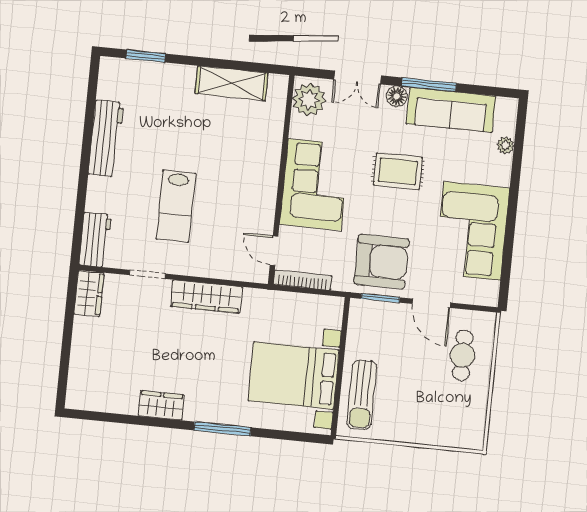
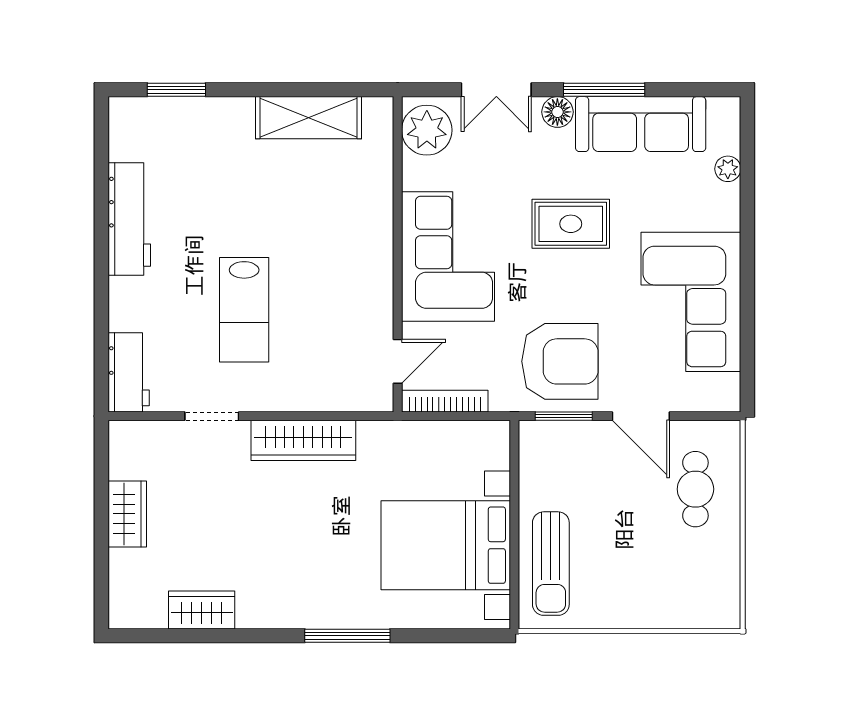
door: (274, 251) -> (398, 361), swing flipped
wardrobe: (89, 293) -> (127, 514), moved
wardrobe: (161, 405) -> (202, 610), moved

